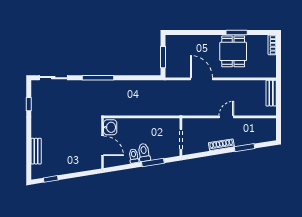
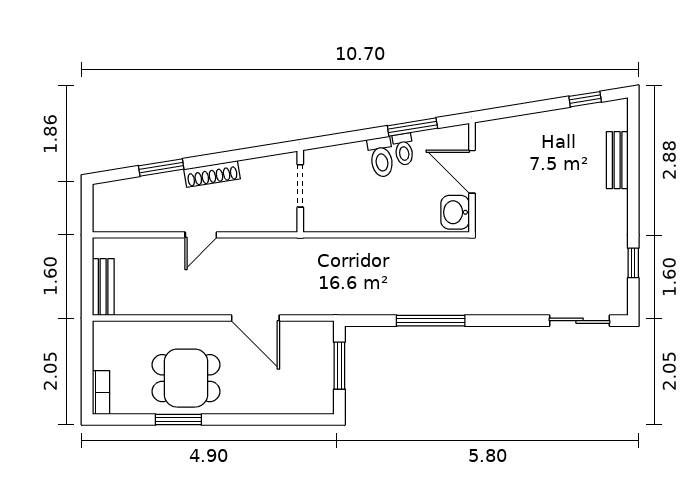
dining table: (233, 51) -> (186, 378), turned 90
window: (98, 78) -> (431, 321), moved
window: (153, 162) -> (412, 127), moved

